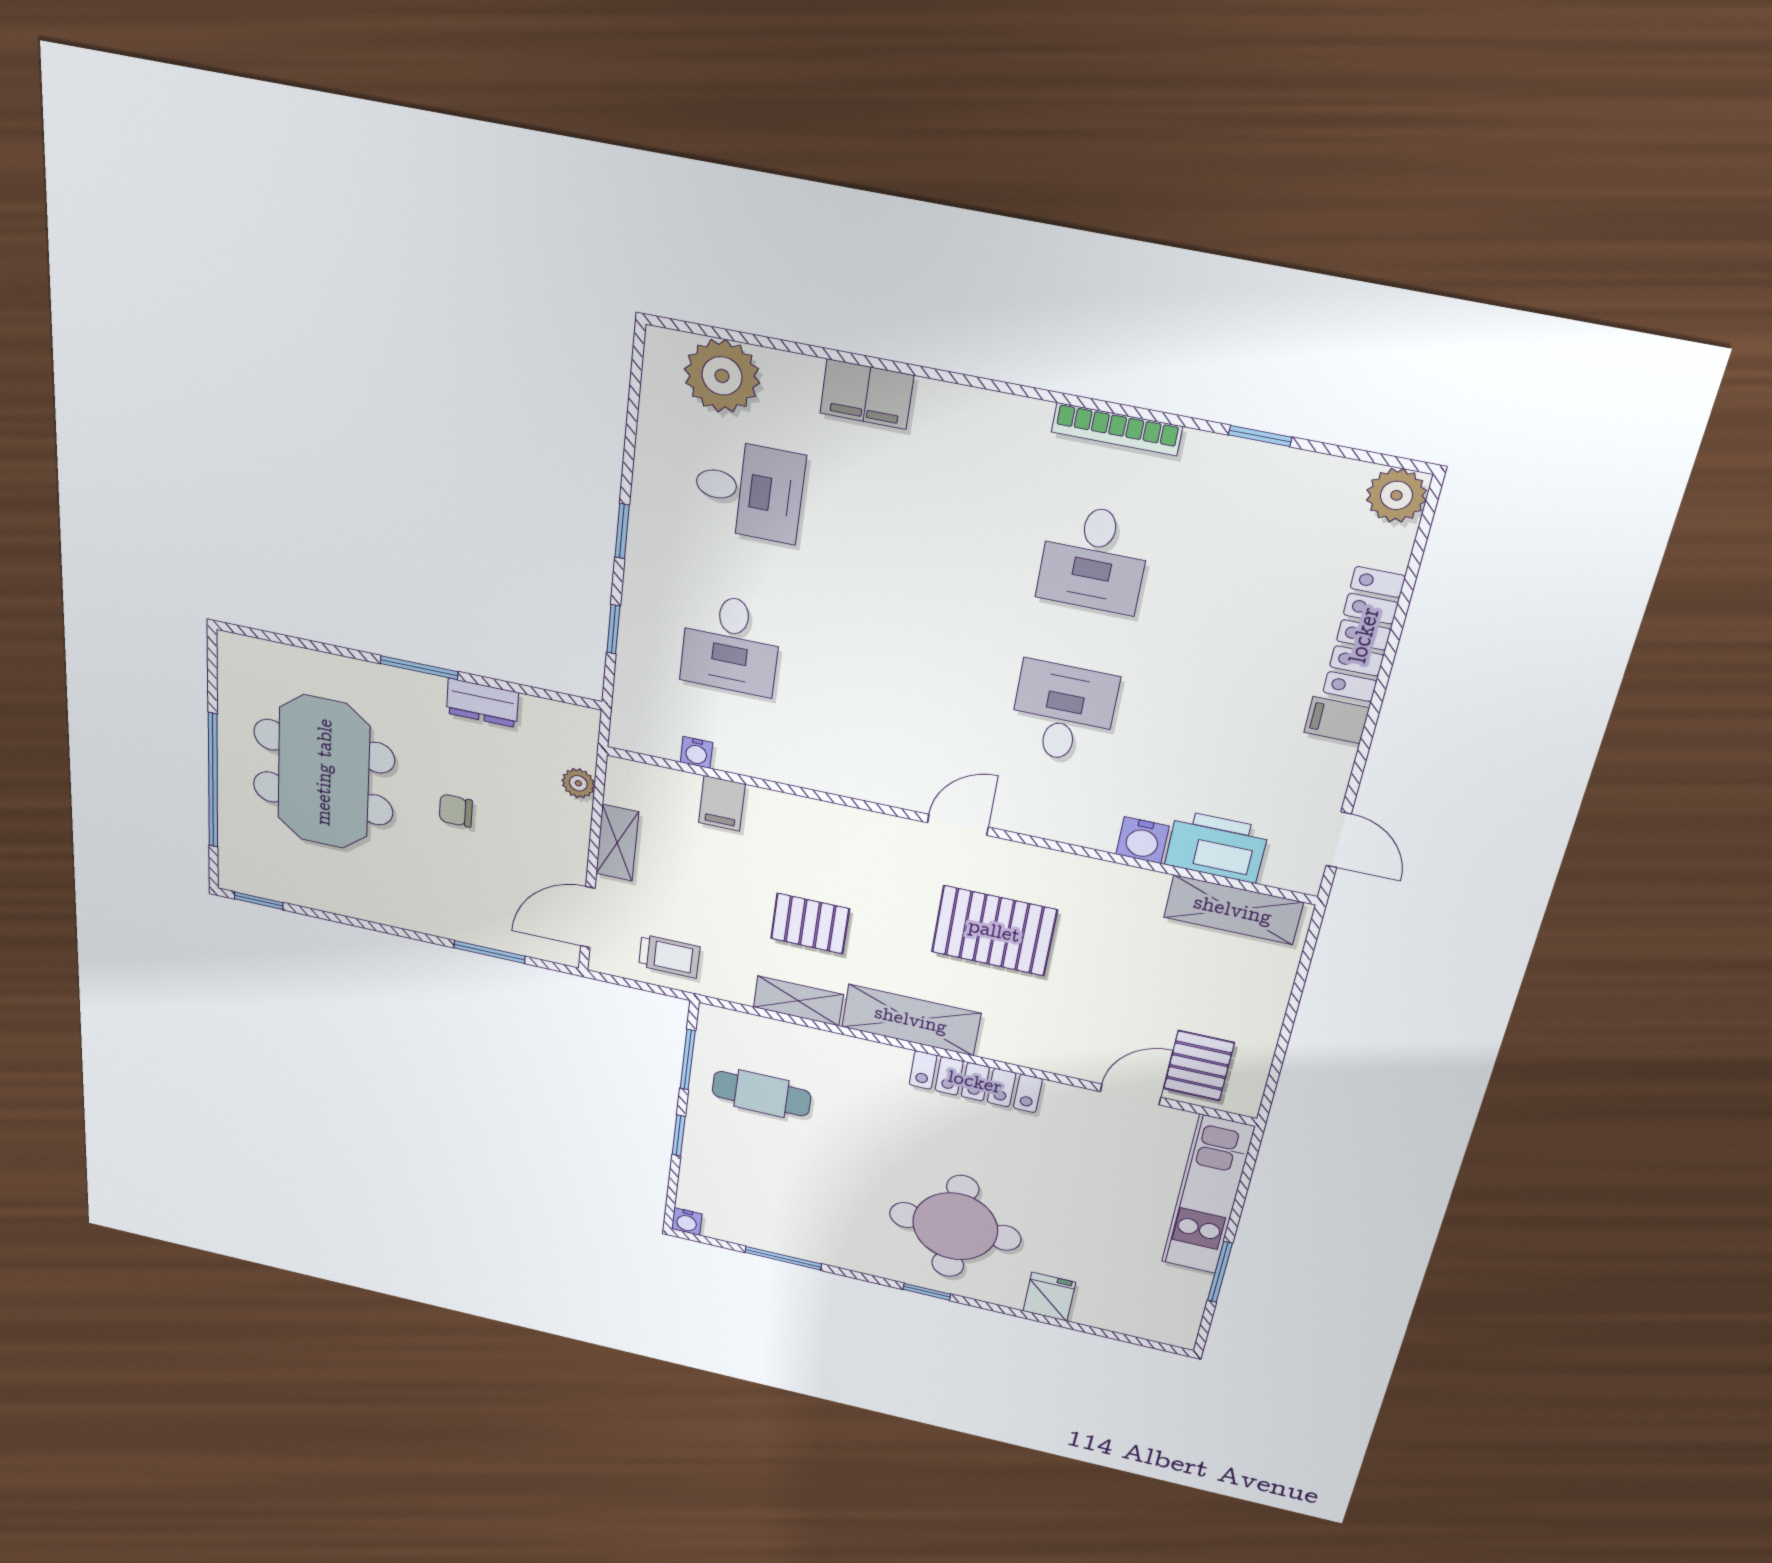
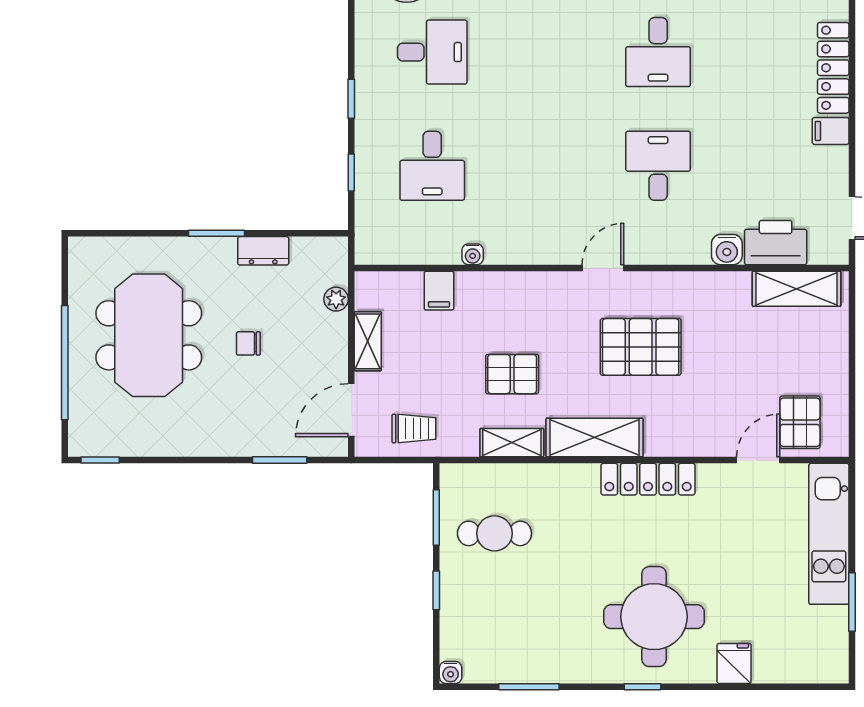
water cooler: (696, 752) -> (473, 254), moved

